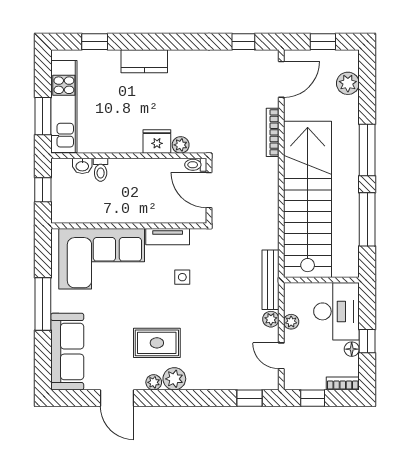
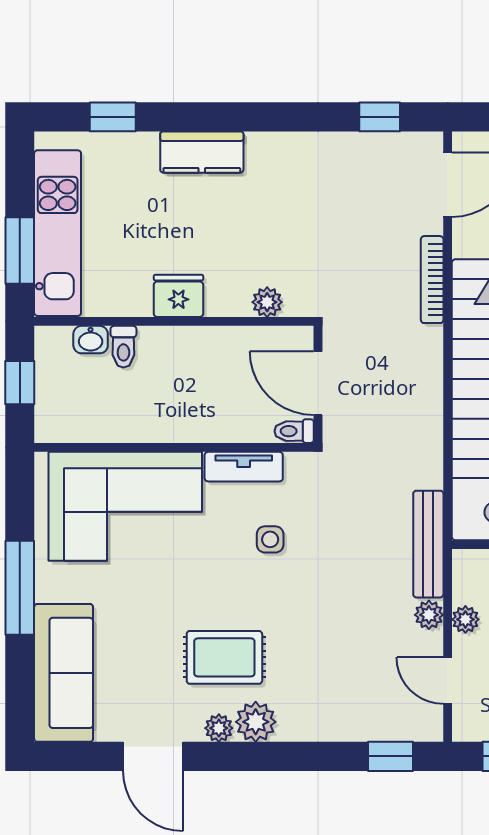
fridge: (157, 141) -> (178, 296), moved
toilet: (196, 165) -> (294, 431), moved

